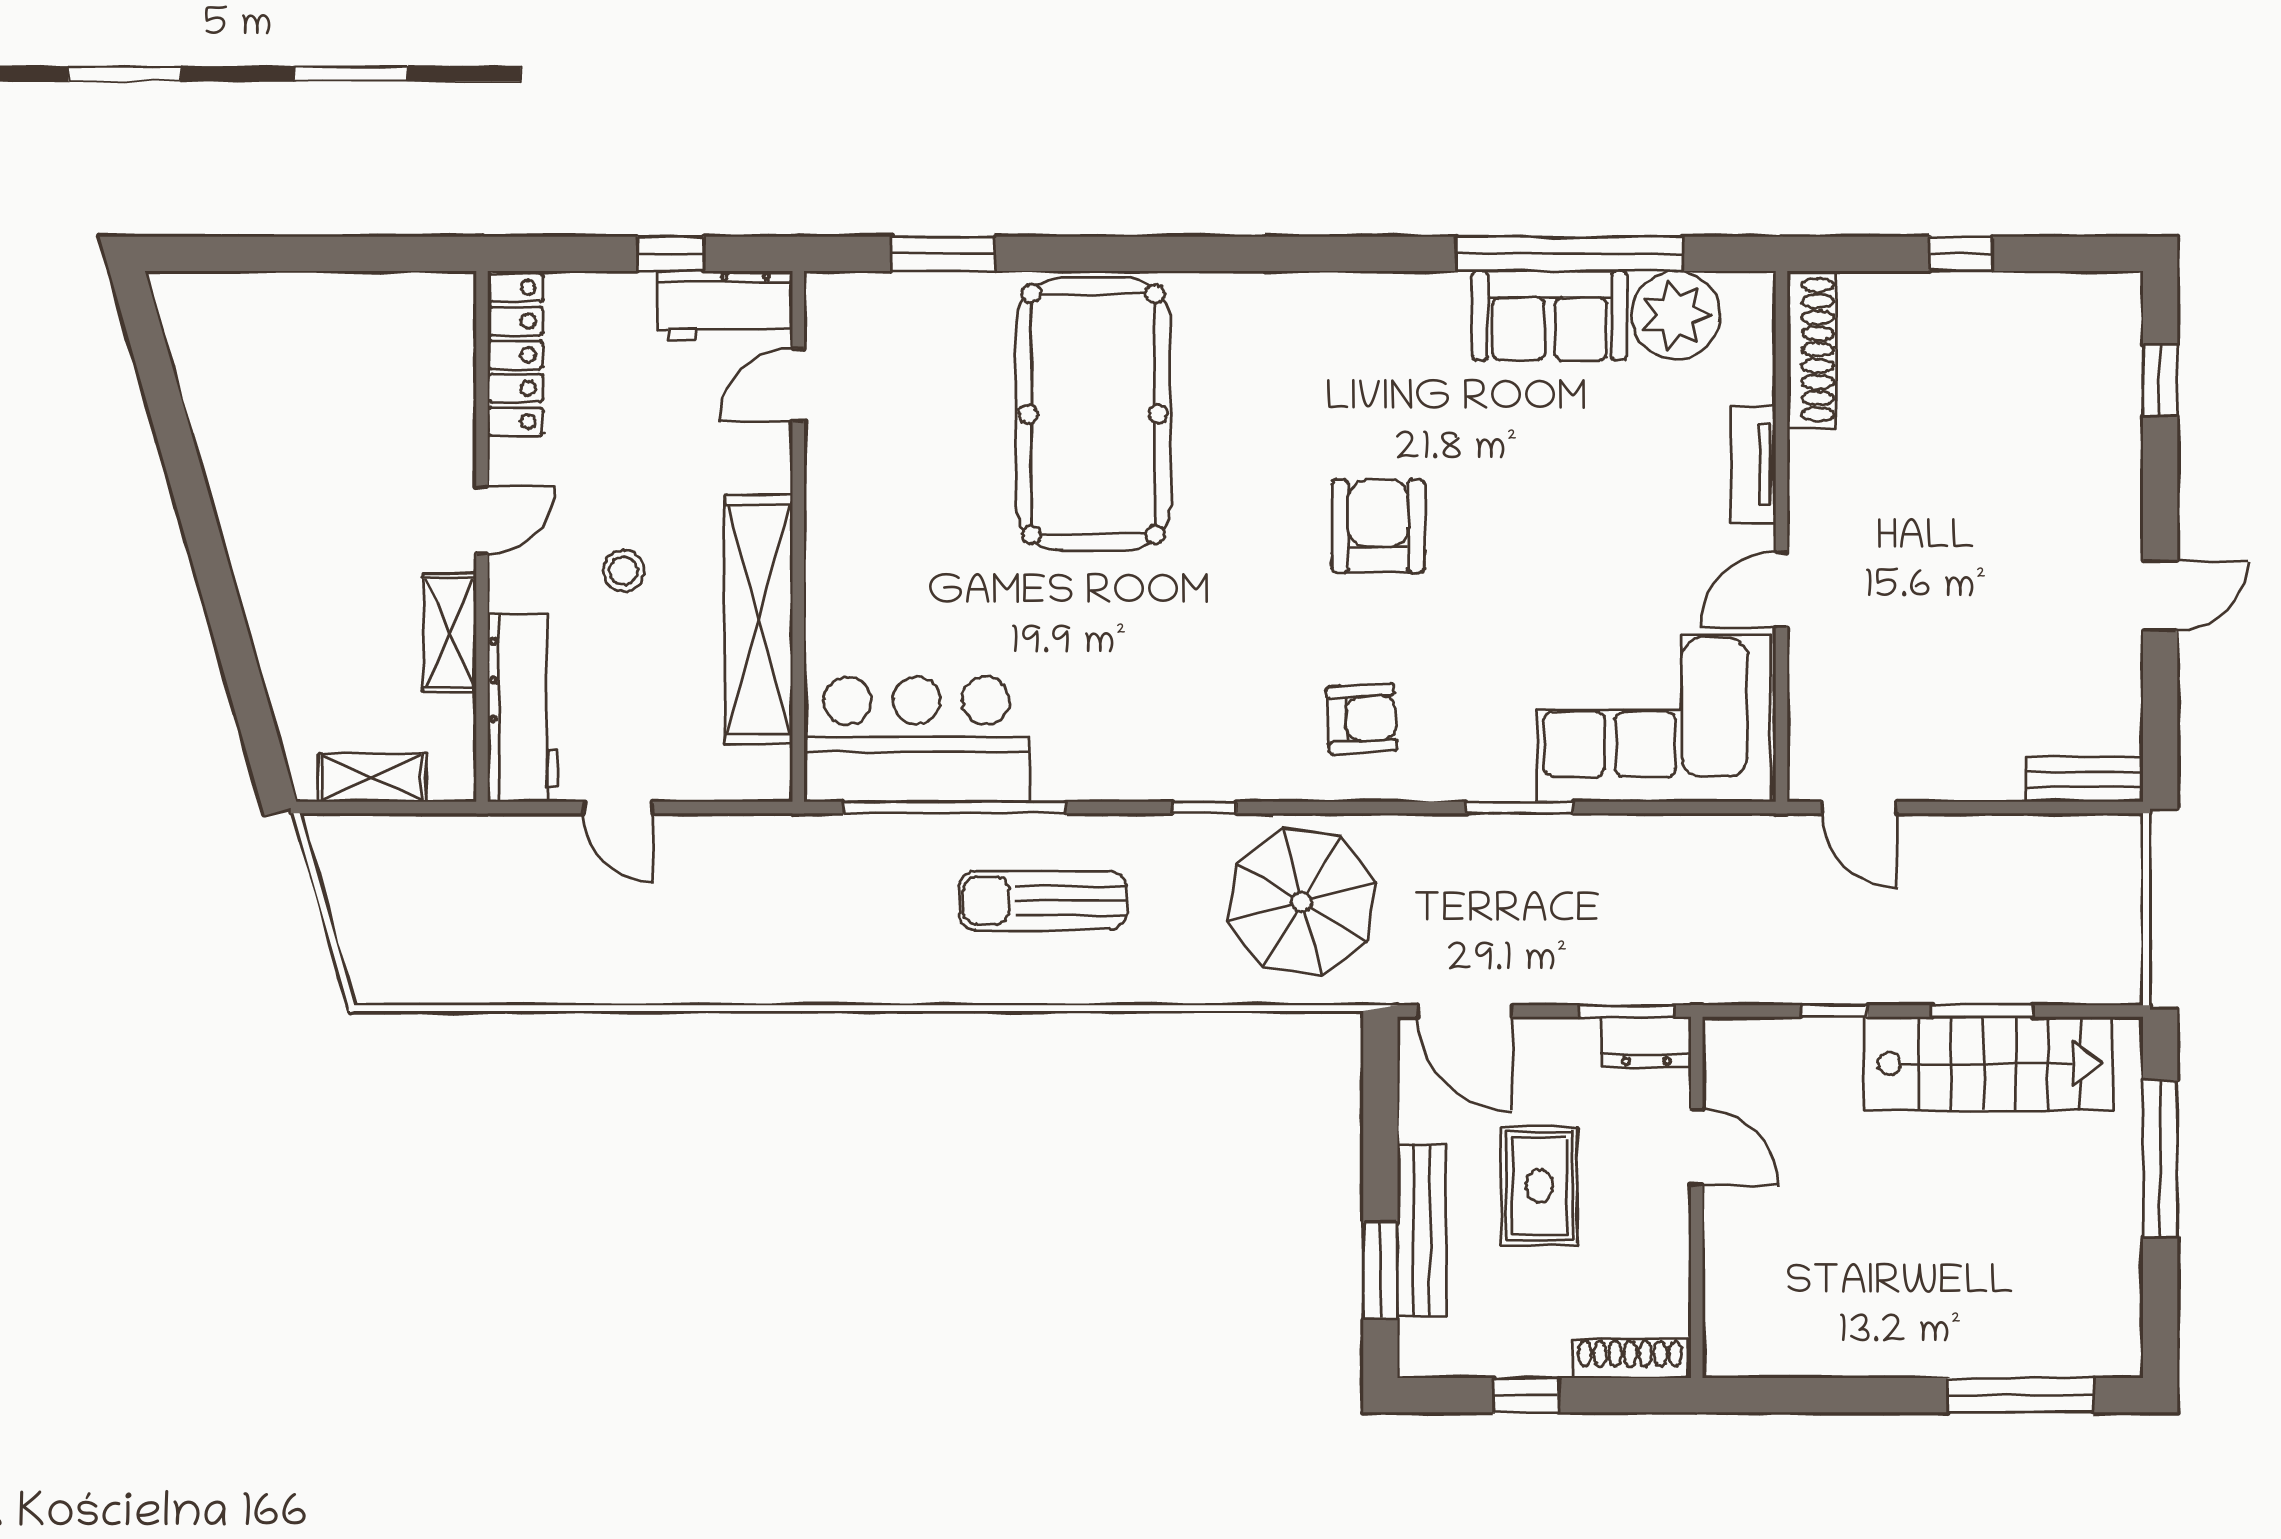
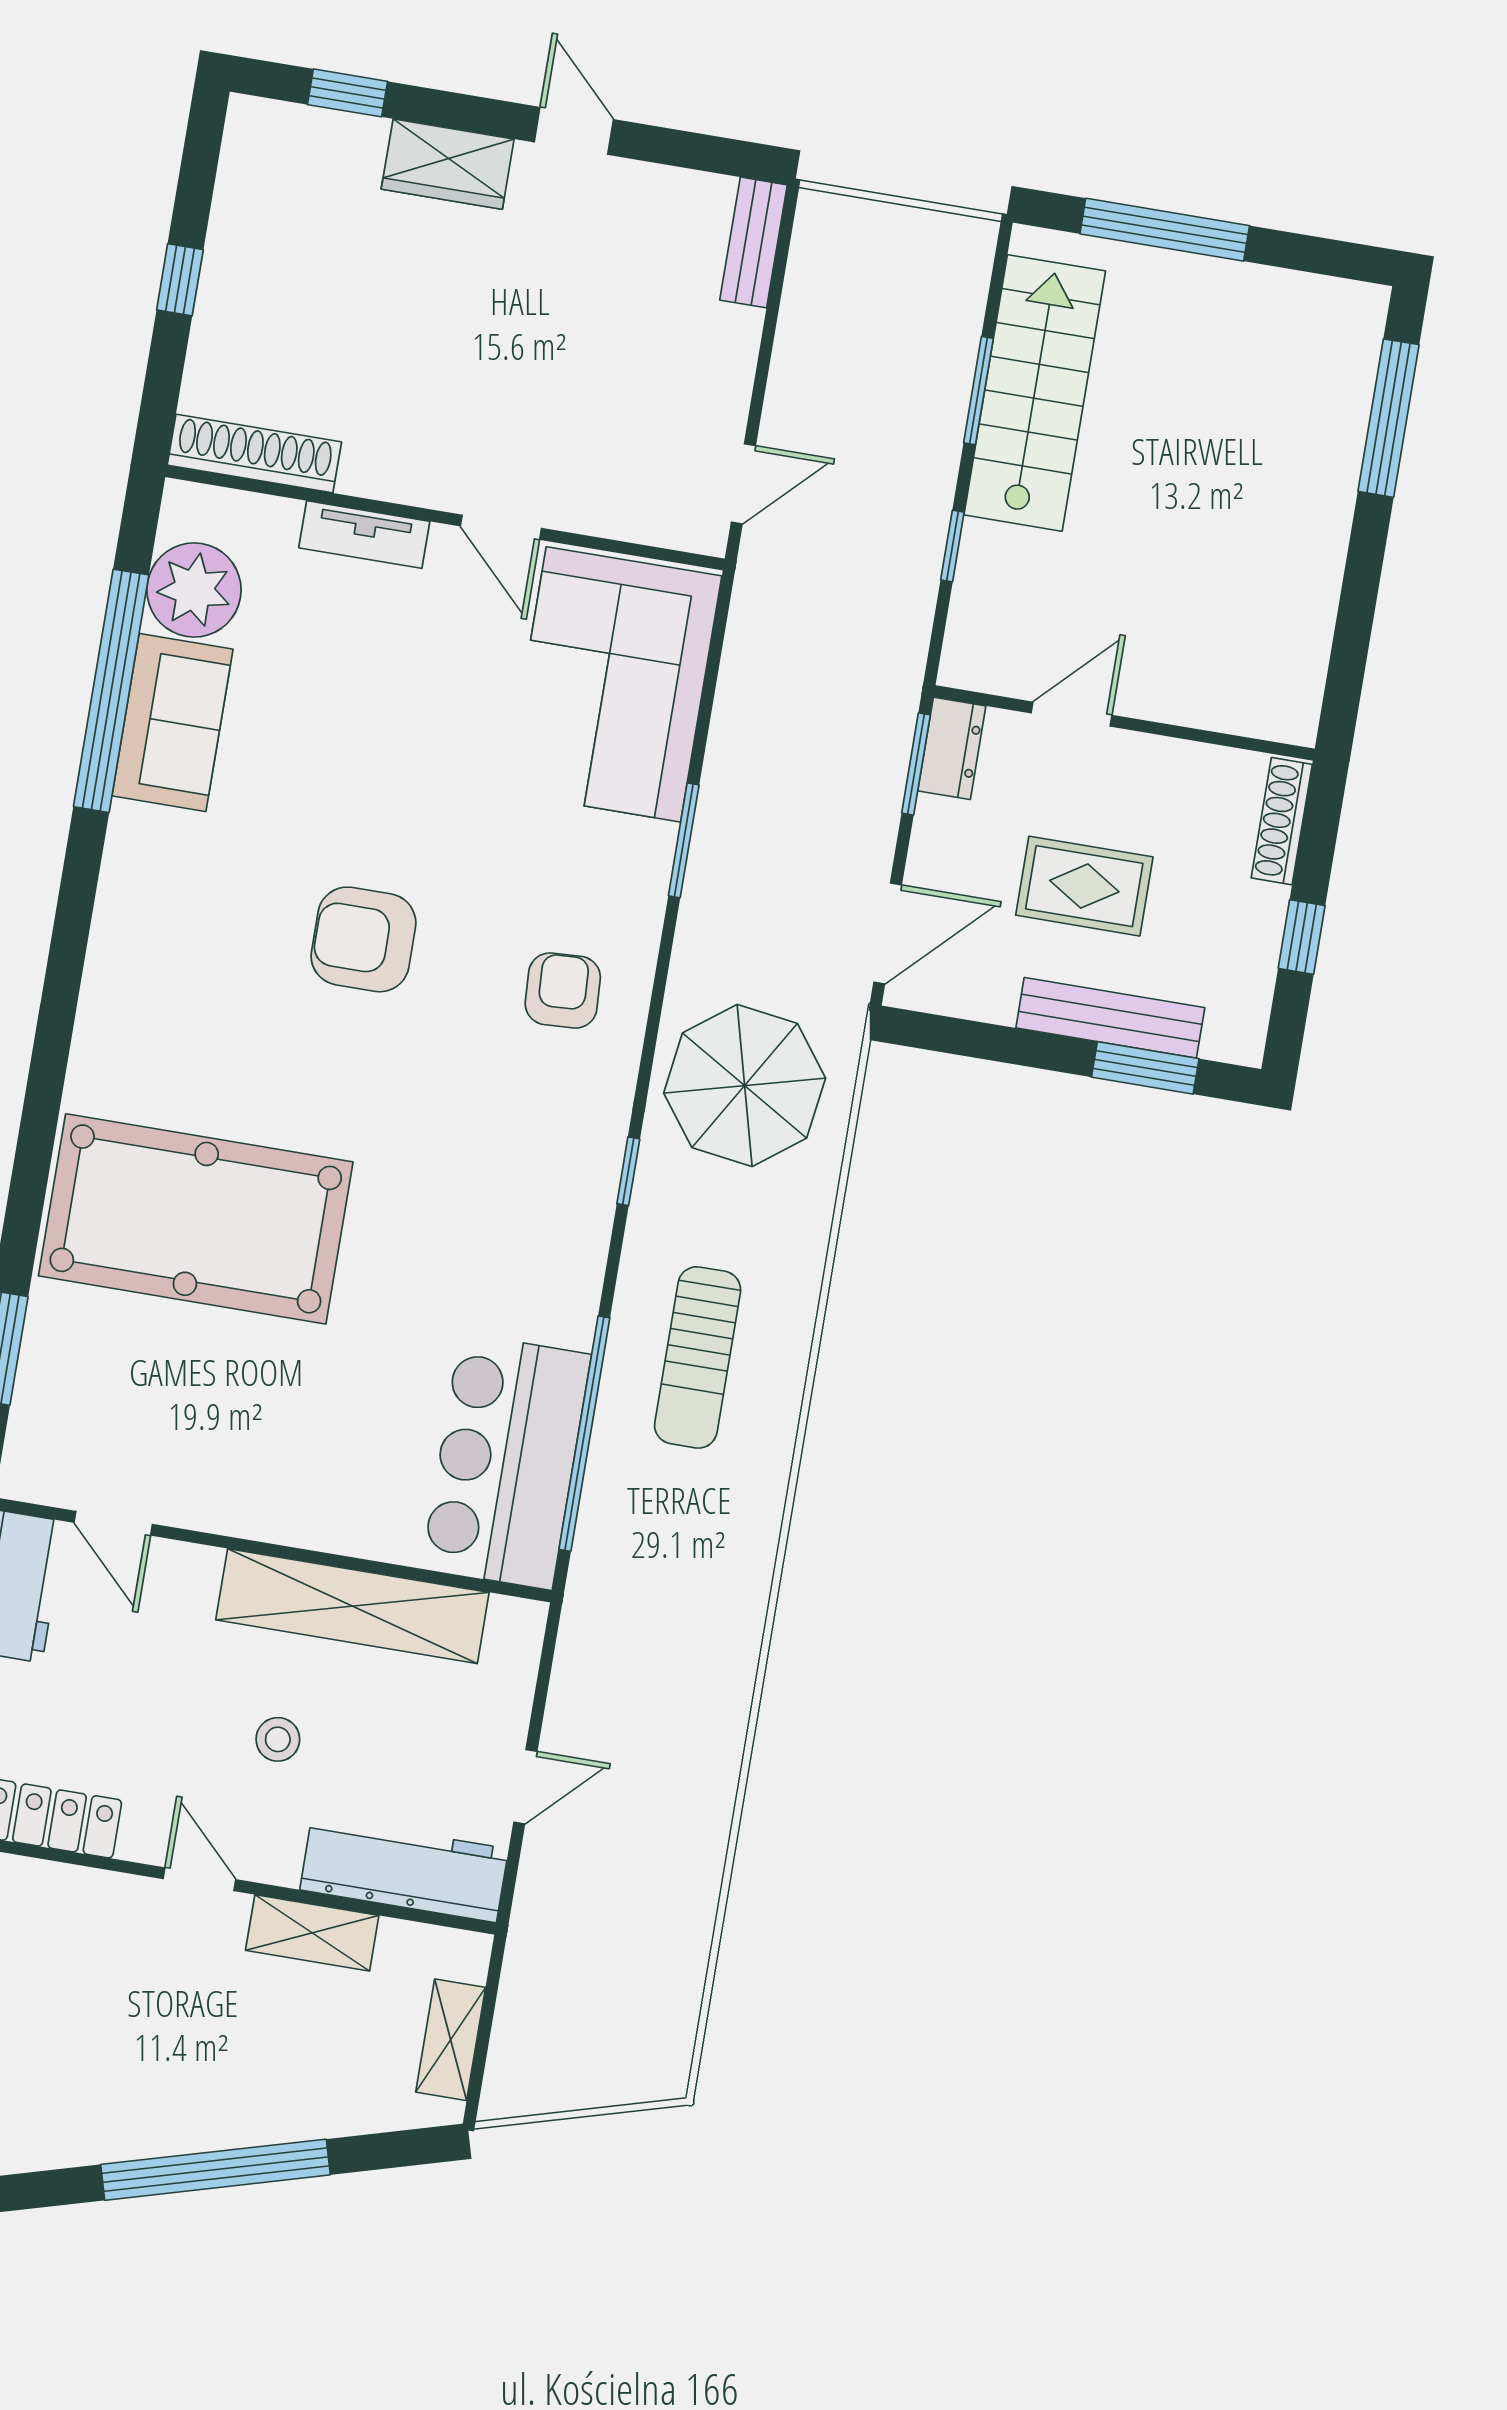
wardrobe: (2110, 484) -> (448, 164), added
window: (215, 580) -> (215, 2170), added

